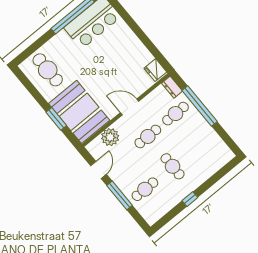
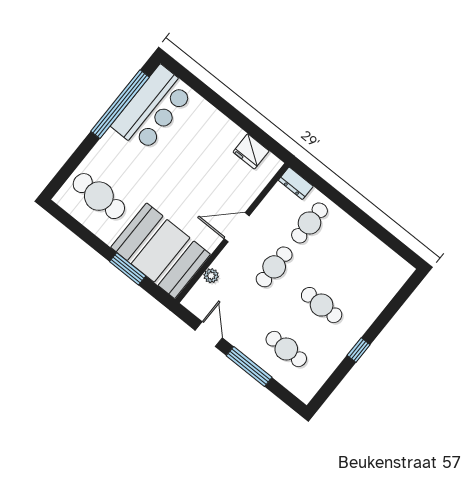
fridge: (155, 70) -> (251, 151), moved
window: (200, 106) -> (344, 204), removed
plant: (110, 137) -> (211, 276), width x0.53, depth x0.53
cafe table: (145, 189) -> (286, 349), turned 90

